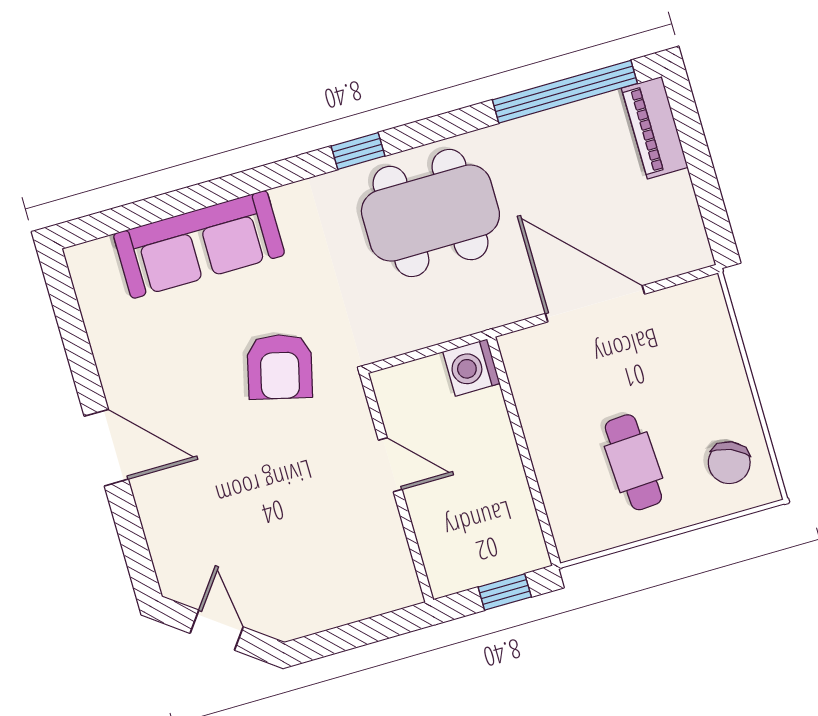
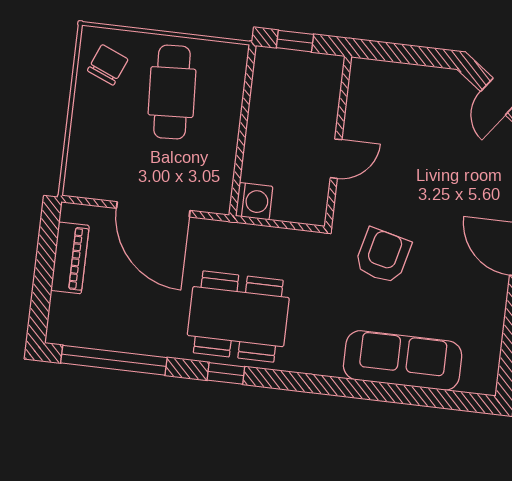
piano: (655, 128) -> (70, 258), moved
window: (358, 151) -> (226, 373), moved
cafe table: (633, 462) -> (172, 92), width x1.37, depth x1.35
door: (390, 465) -> (336, 159), swing flipped

